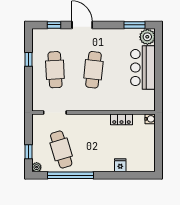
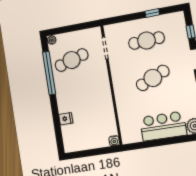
cafe table: (93, 70) -> (153, 78), turned -30
locker: (122, 119) -> (109, 113), removed
window: (28, 152) -> (65, 30), removed

